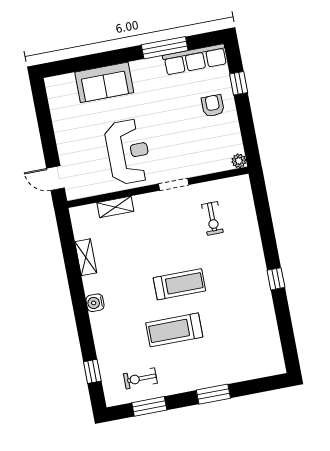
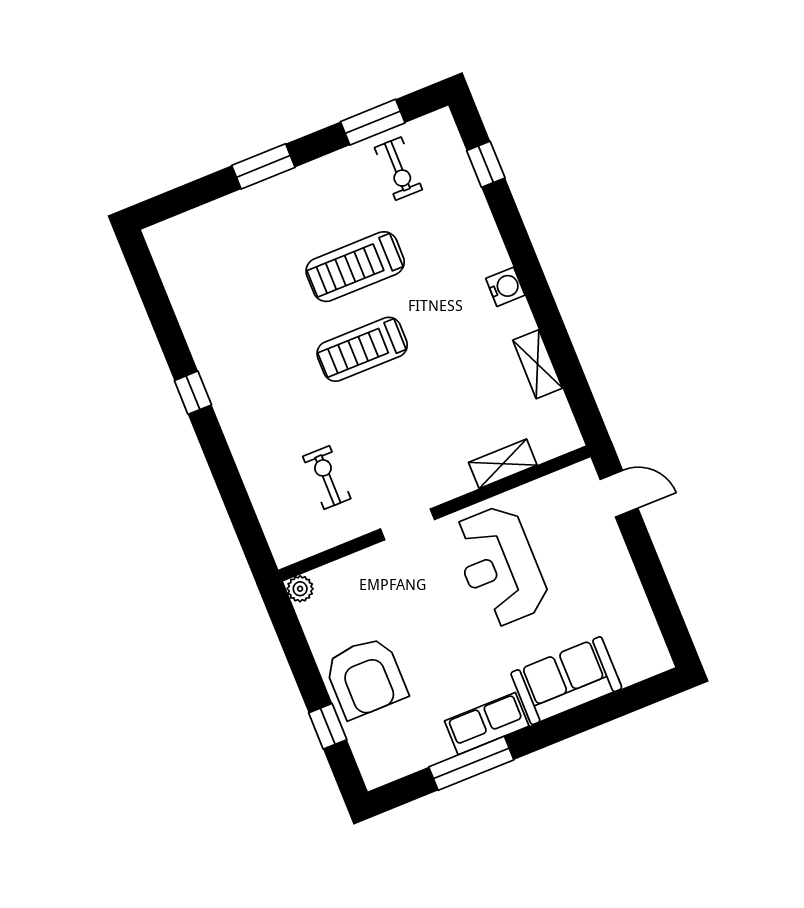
row of seats: (195, 59) -> (487, 724), moved, width x0.68
armchair: (213, 106) -> (366, 677), width x1.88, depth x1.88
treadmill: (174, 330) -> (355, 267), turned 180
exercise bike: (140, 378) -> (398, 169), turned 90

